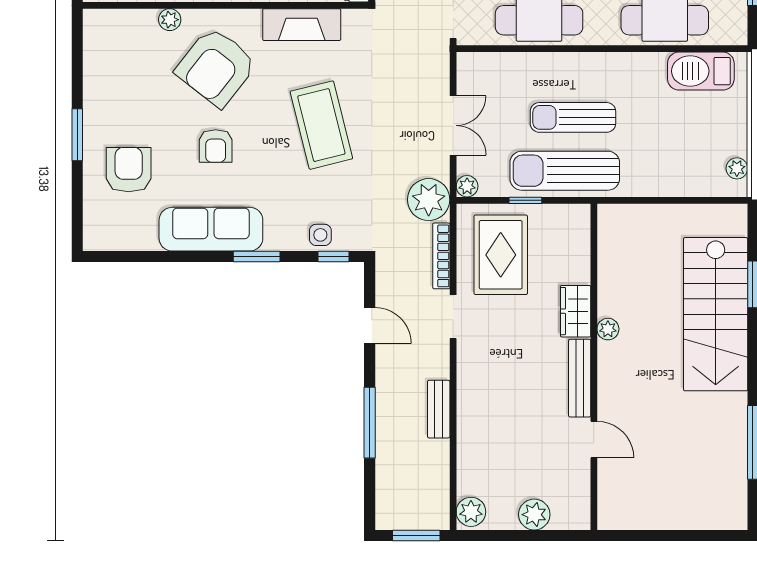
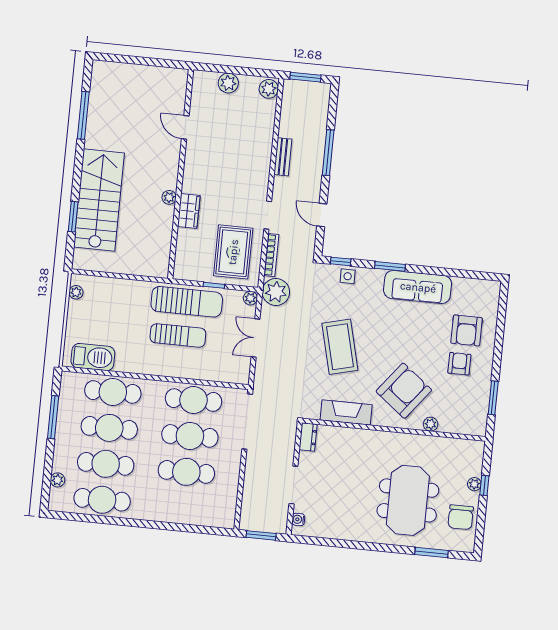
window: (77, 135) -> (493, 398), moved
armchair: (216, 146) -> (459, 364), moved
bench: (580, 378) -> (190, 168), removed

